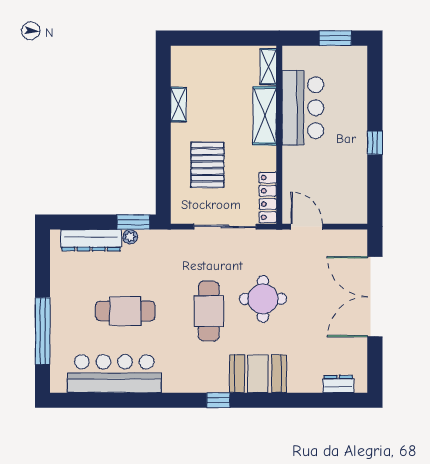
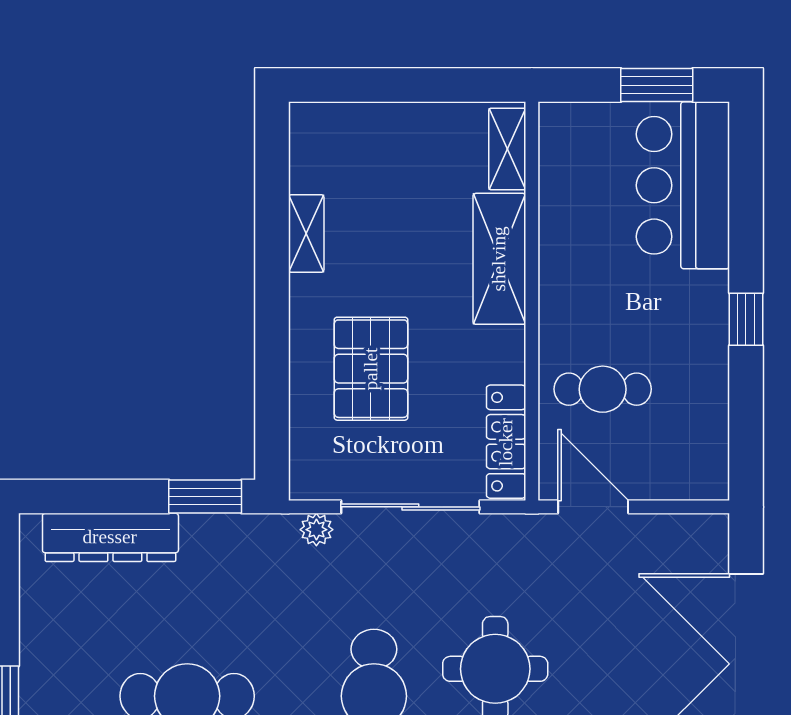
bar counter: (303, 108) -> (683, 185), moved, turned 180
cafe table: (311, 174) -> (603, 389), added
plant: (130, 237) -> (316, 530), moved

